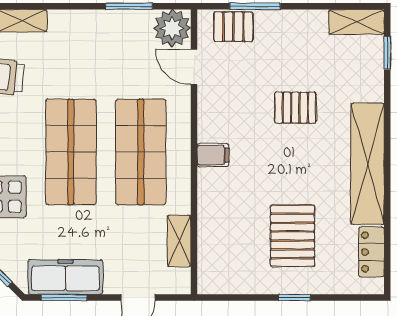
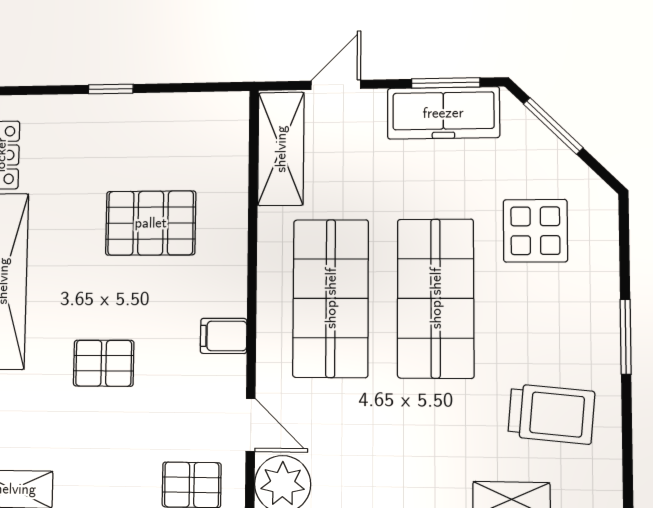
filing cabinet: (213, 155) -> (224, 336), moved
pallet: (292, 236) -> (151, 223), moved, turned 90
shelving: (179, 241) -> (281, 149), width x1.50, depth x1.33

